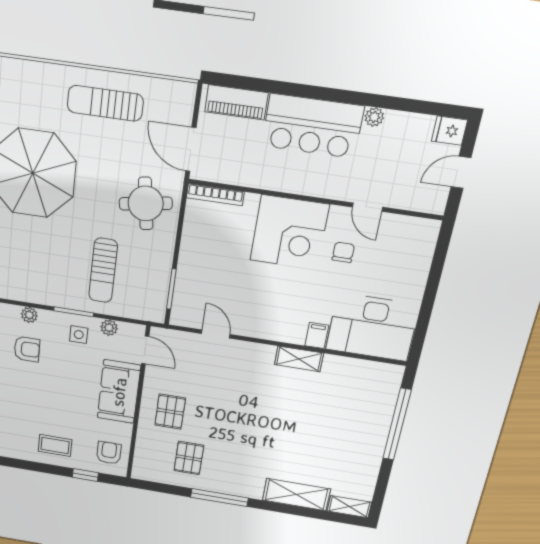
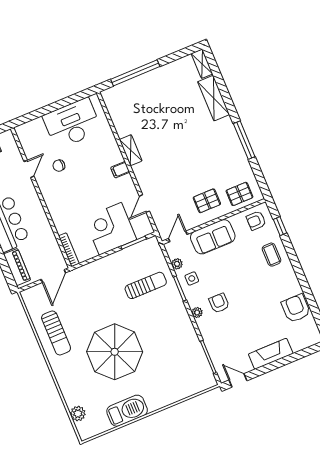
round table: (146, 204) -> (95, 283), removed
corner desk: (289, 232) -> (110, 229), moved, turned -90
desk: (372, 327) -> (72, 123), moved, turned -90
filing cabinet: (317, 335) -> (120, 170), moved
pallet: (189, 458) -> (239, 194), moved

